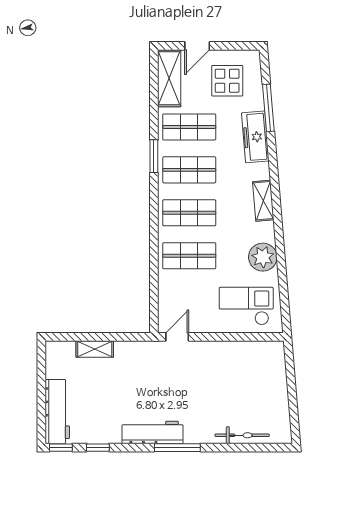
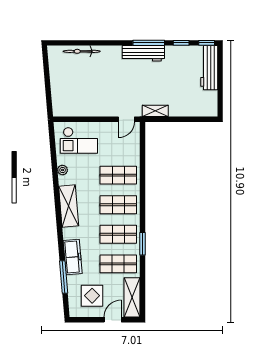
shelving: (263, 201) -> (69, 206), width x1.50, depth x1.33
plant: (263, 257) -> (63, 170), width x0.53, depth x0.53
shelving: (95, 349) -> (155, 111), moved
window: (177, 448) -> (149, 43), moved

